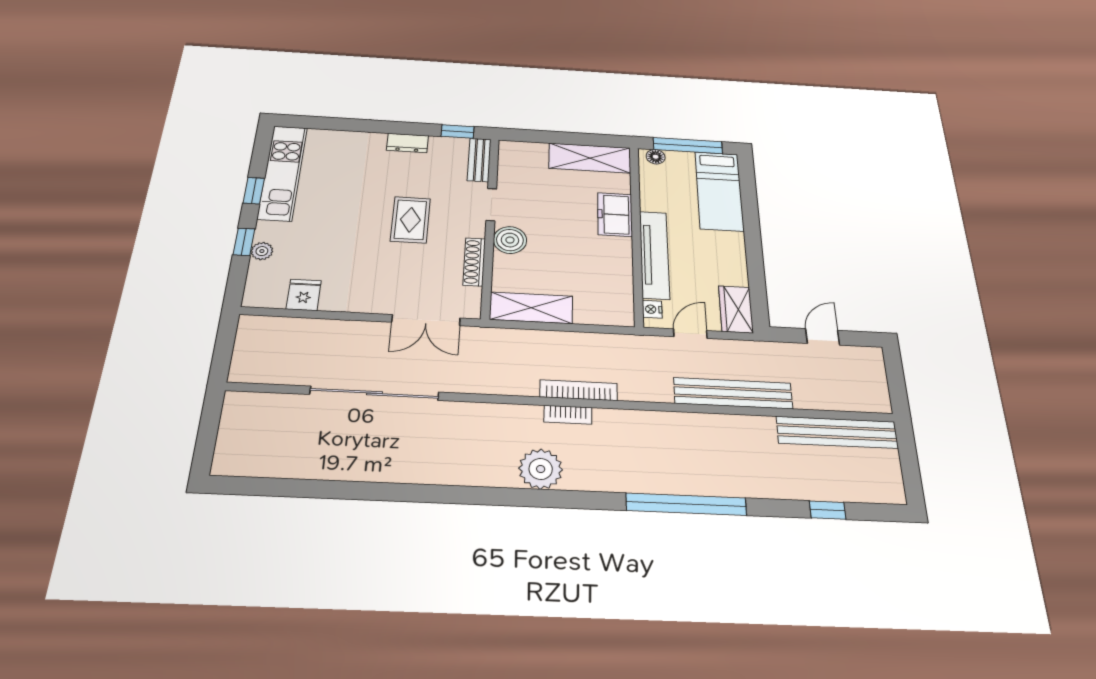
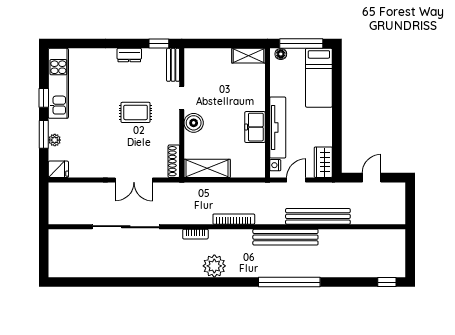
shelving: (590, 158) -> (249, 56), width x0.67, depth x0.75
freezer: (615, 215) -> (255, 127), moved
rug: (410, 220) -> (136, 112), turned 90
window: (244, 242) -> (44, 134), width x1.50
shoe rack: (474, 262) -> (174, 161), moved
fridge: (304, 295) -> (58, 169), moved, turned 90
double door: (426, 320) -> (134, 180), moved
bookcase: (568, 415) -> (195, 234), moved
bench: (837, 432) -> (285, 237), moved
window: (828, 510) -> (387, 282), moved

